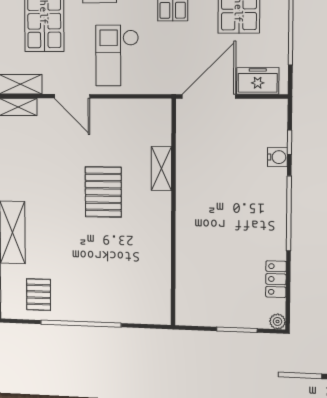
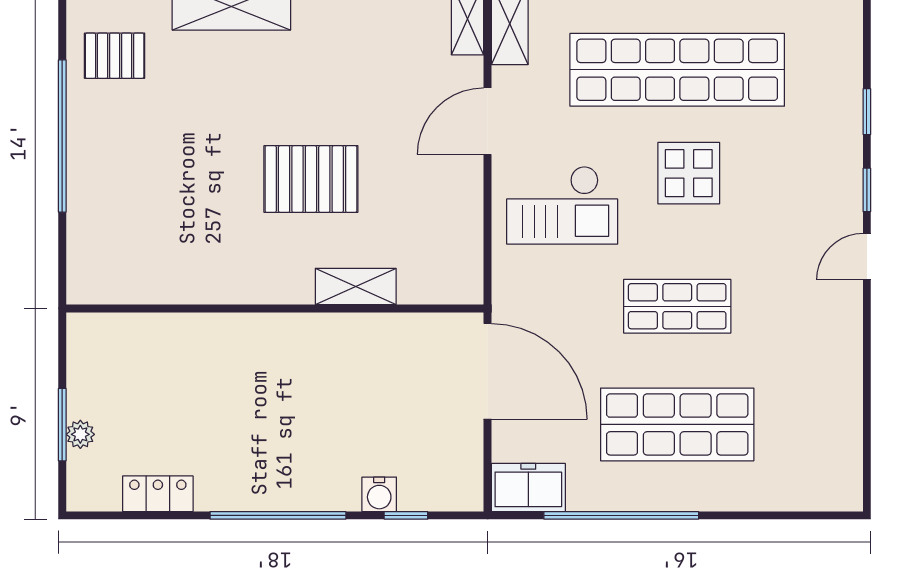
checkout: (117, 55) -> (562, 205), turned 180
freezer: (258, 81) -> (528, 487), moved, turned -90
plant: (278, 321) -> (80, 434), moved

